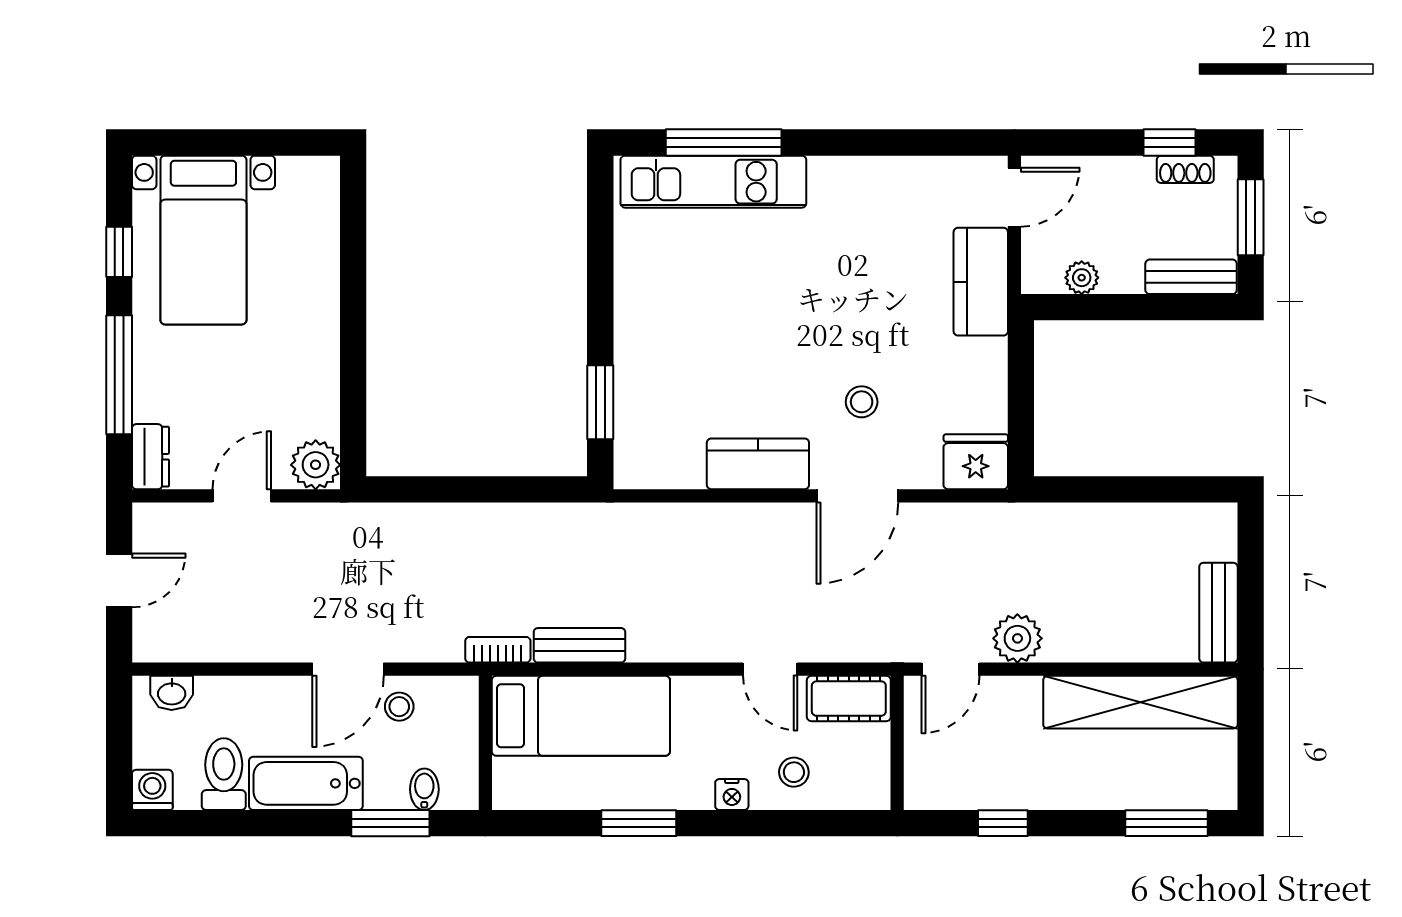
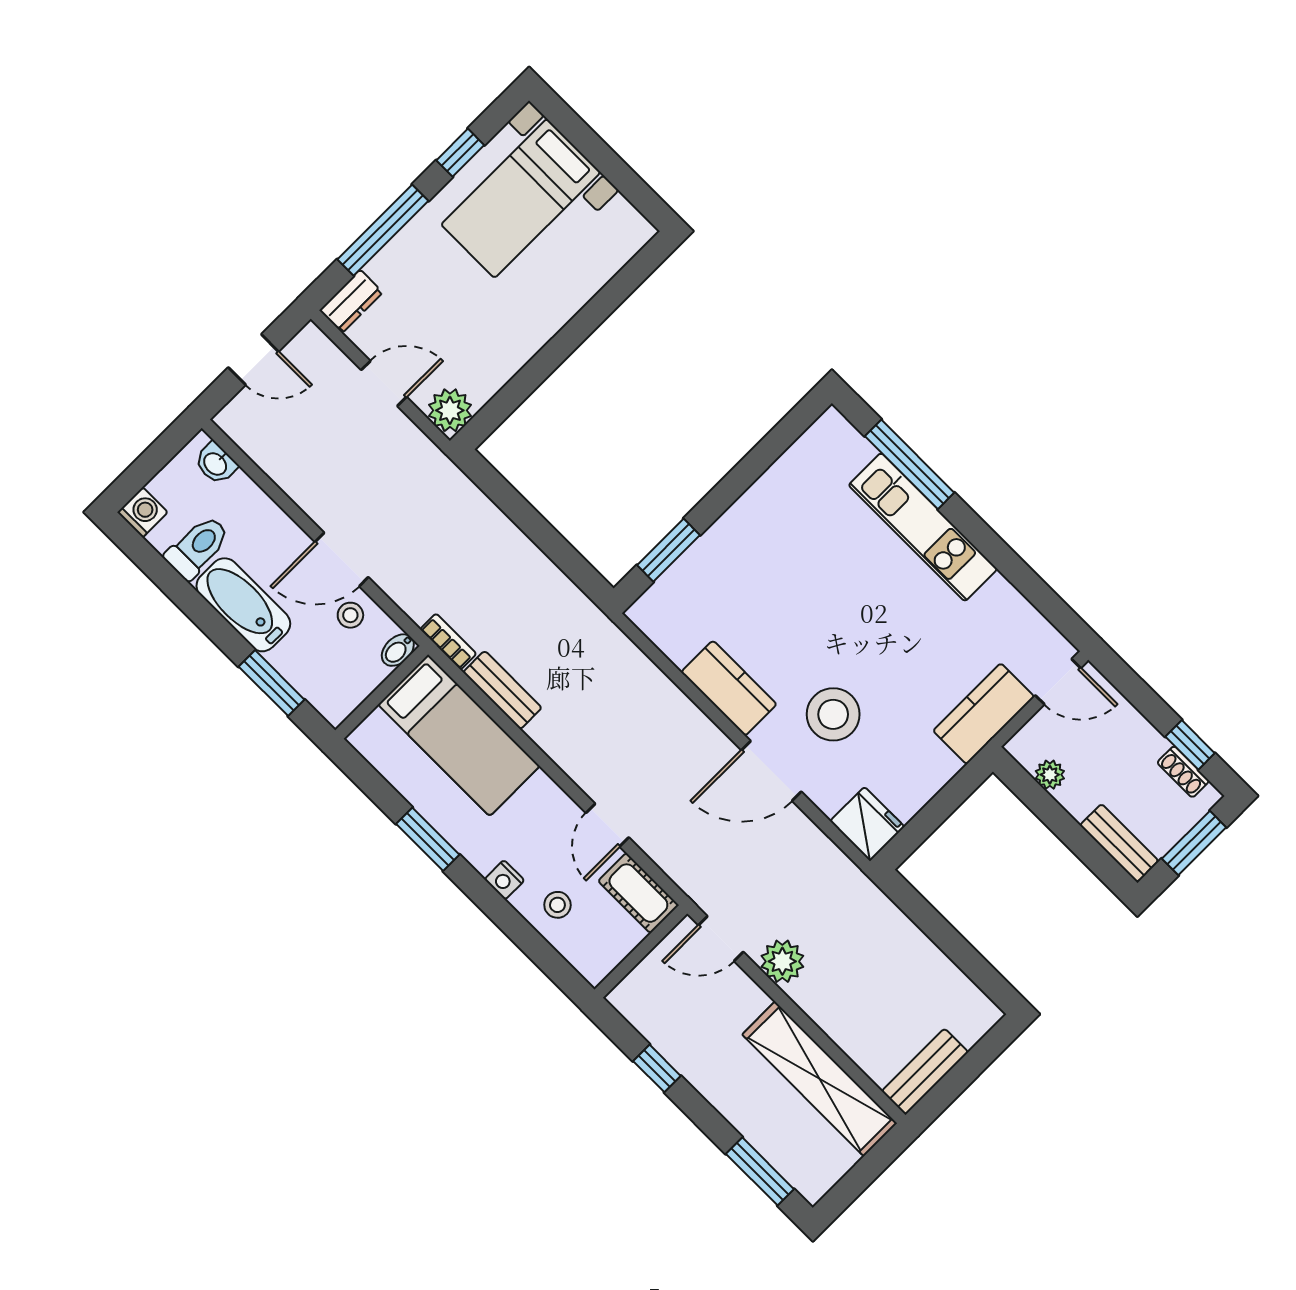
kitchen unit: (713, 182) -> (923, 527), moved
stool: (862, 402) -> (833, 714), width x1.89, depth x1.89
bidet: (424, 789) -> (398, 650), moved, turned 180

